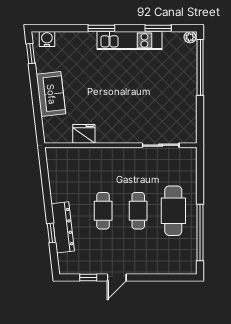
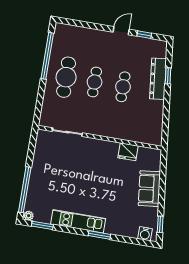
window: (158, 28) -> (42, 225), moved

